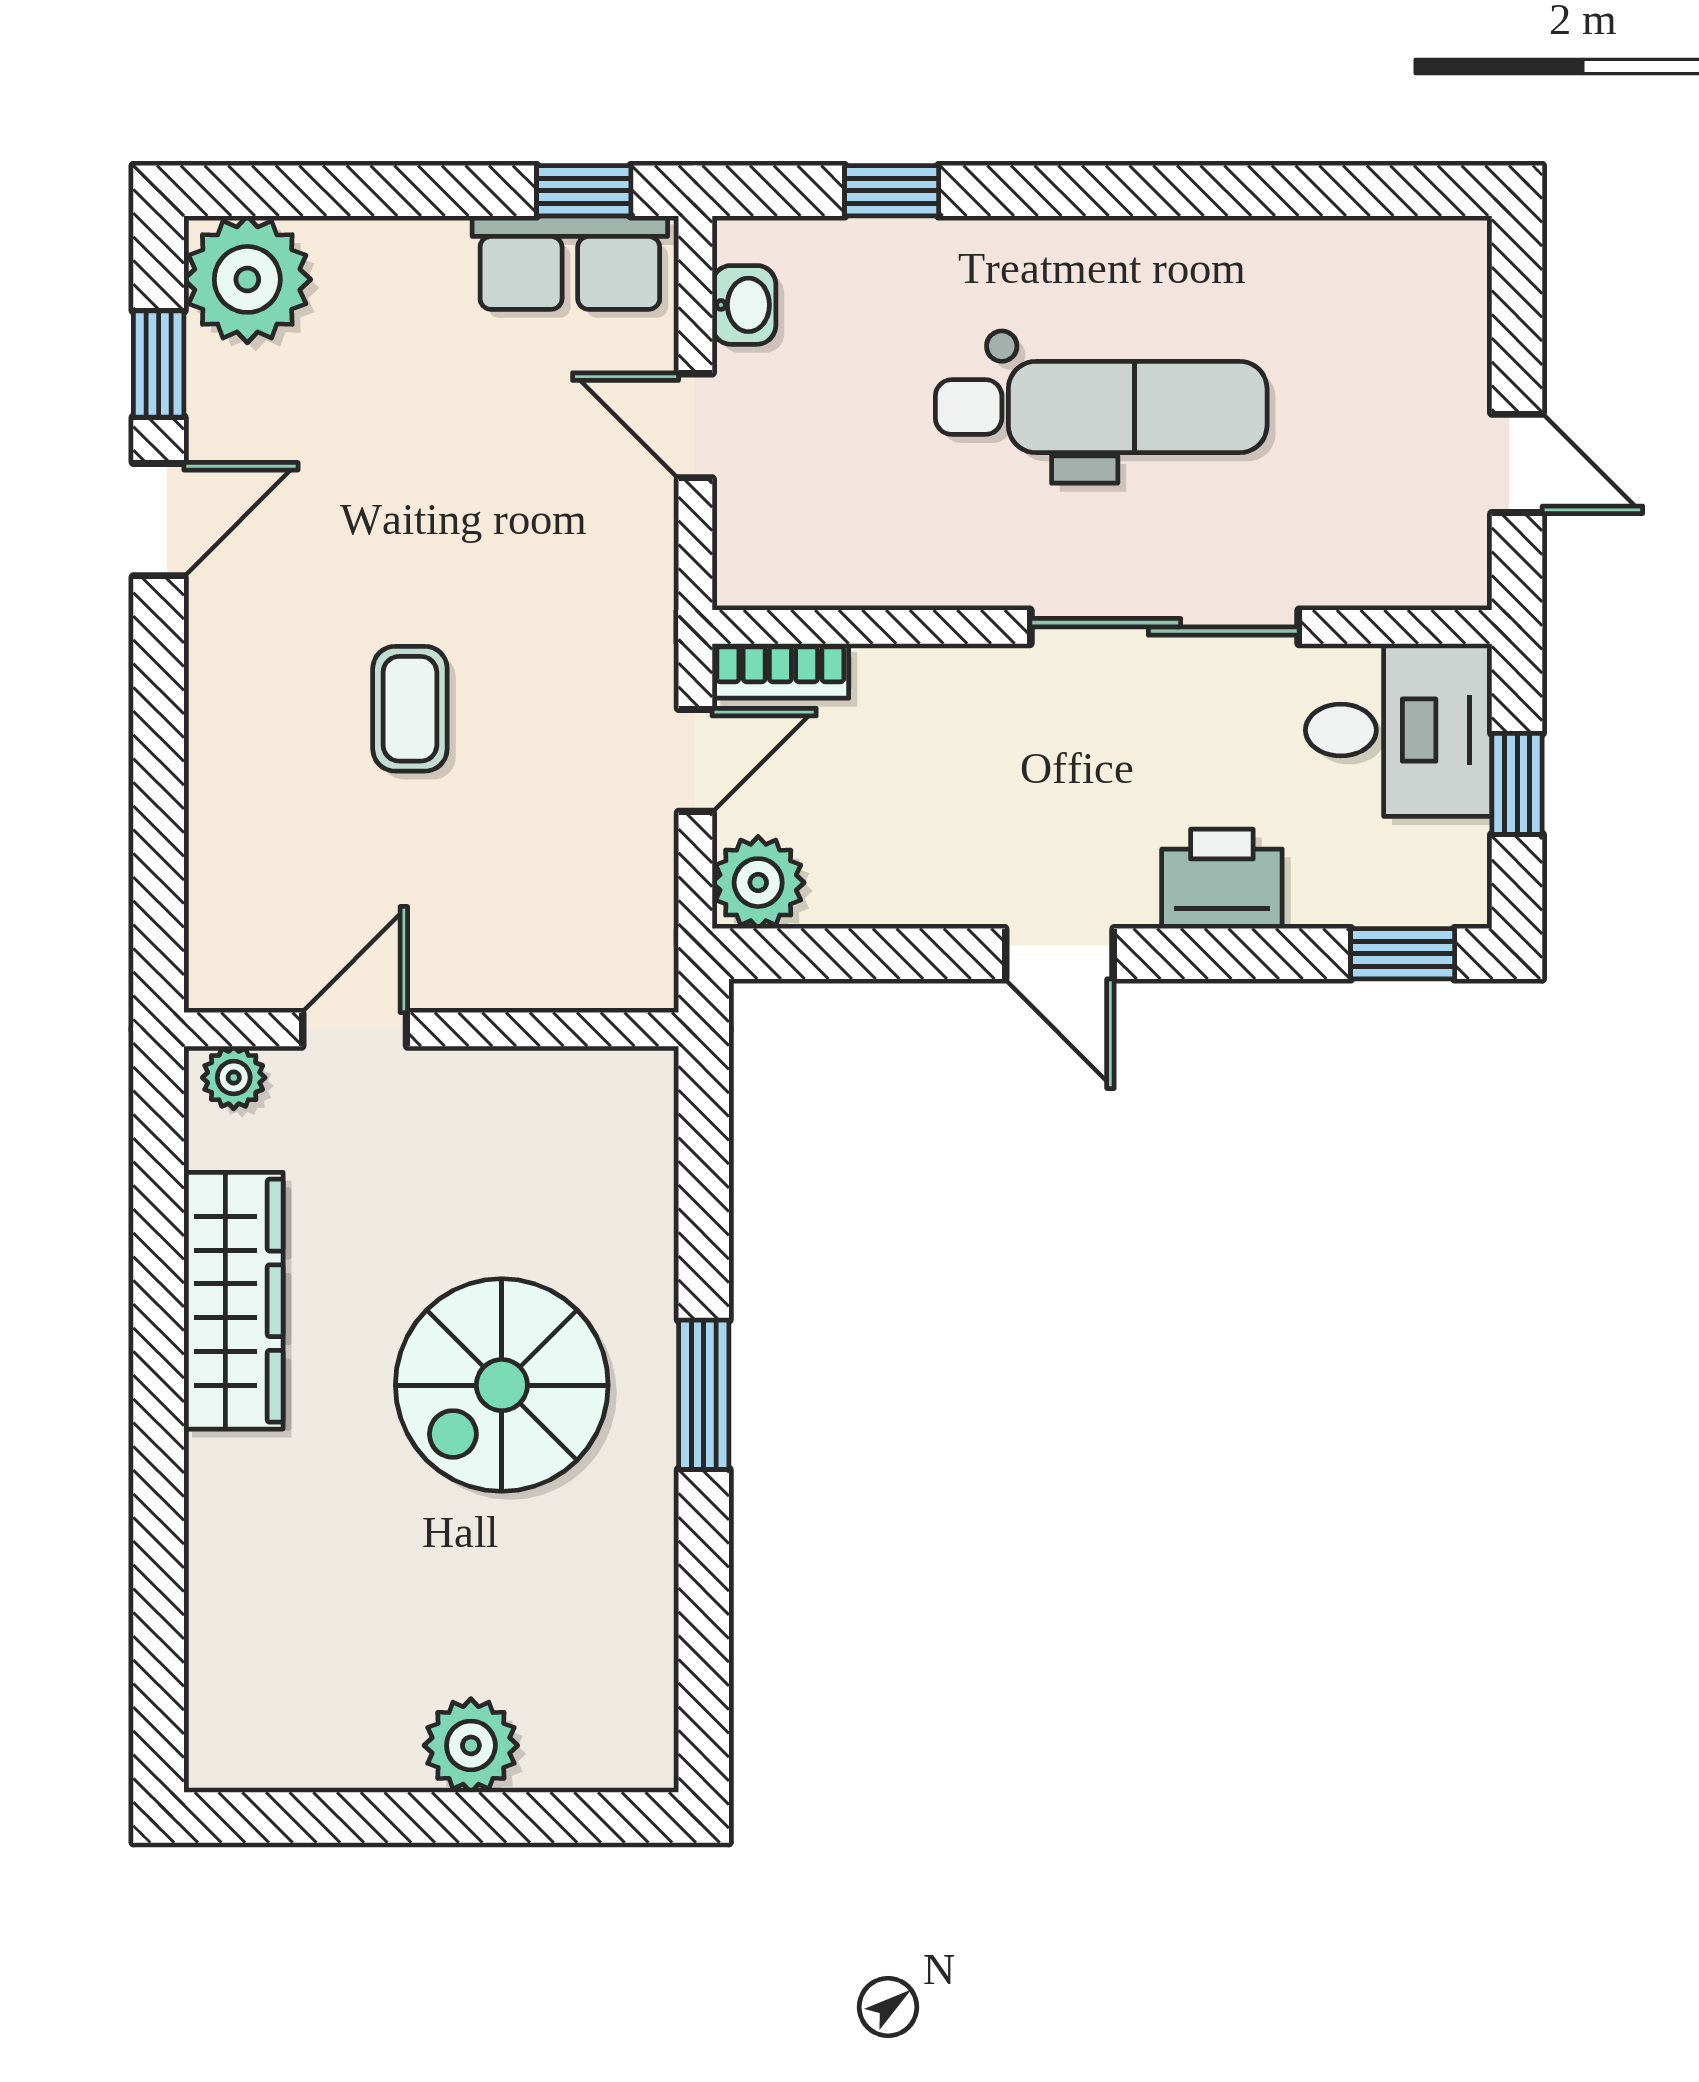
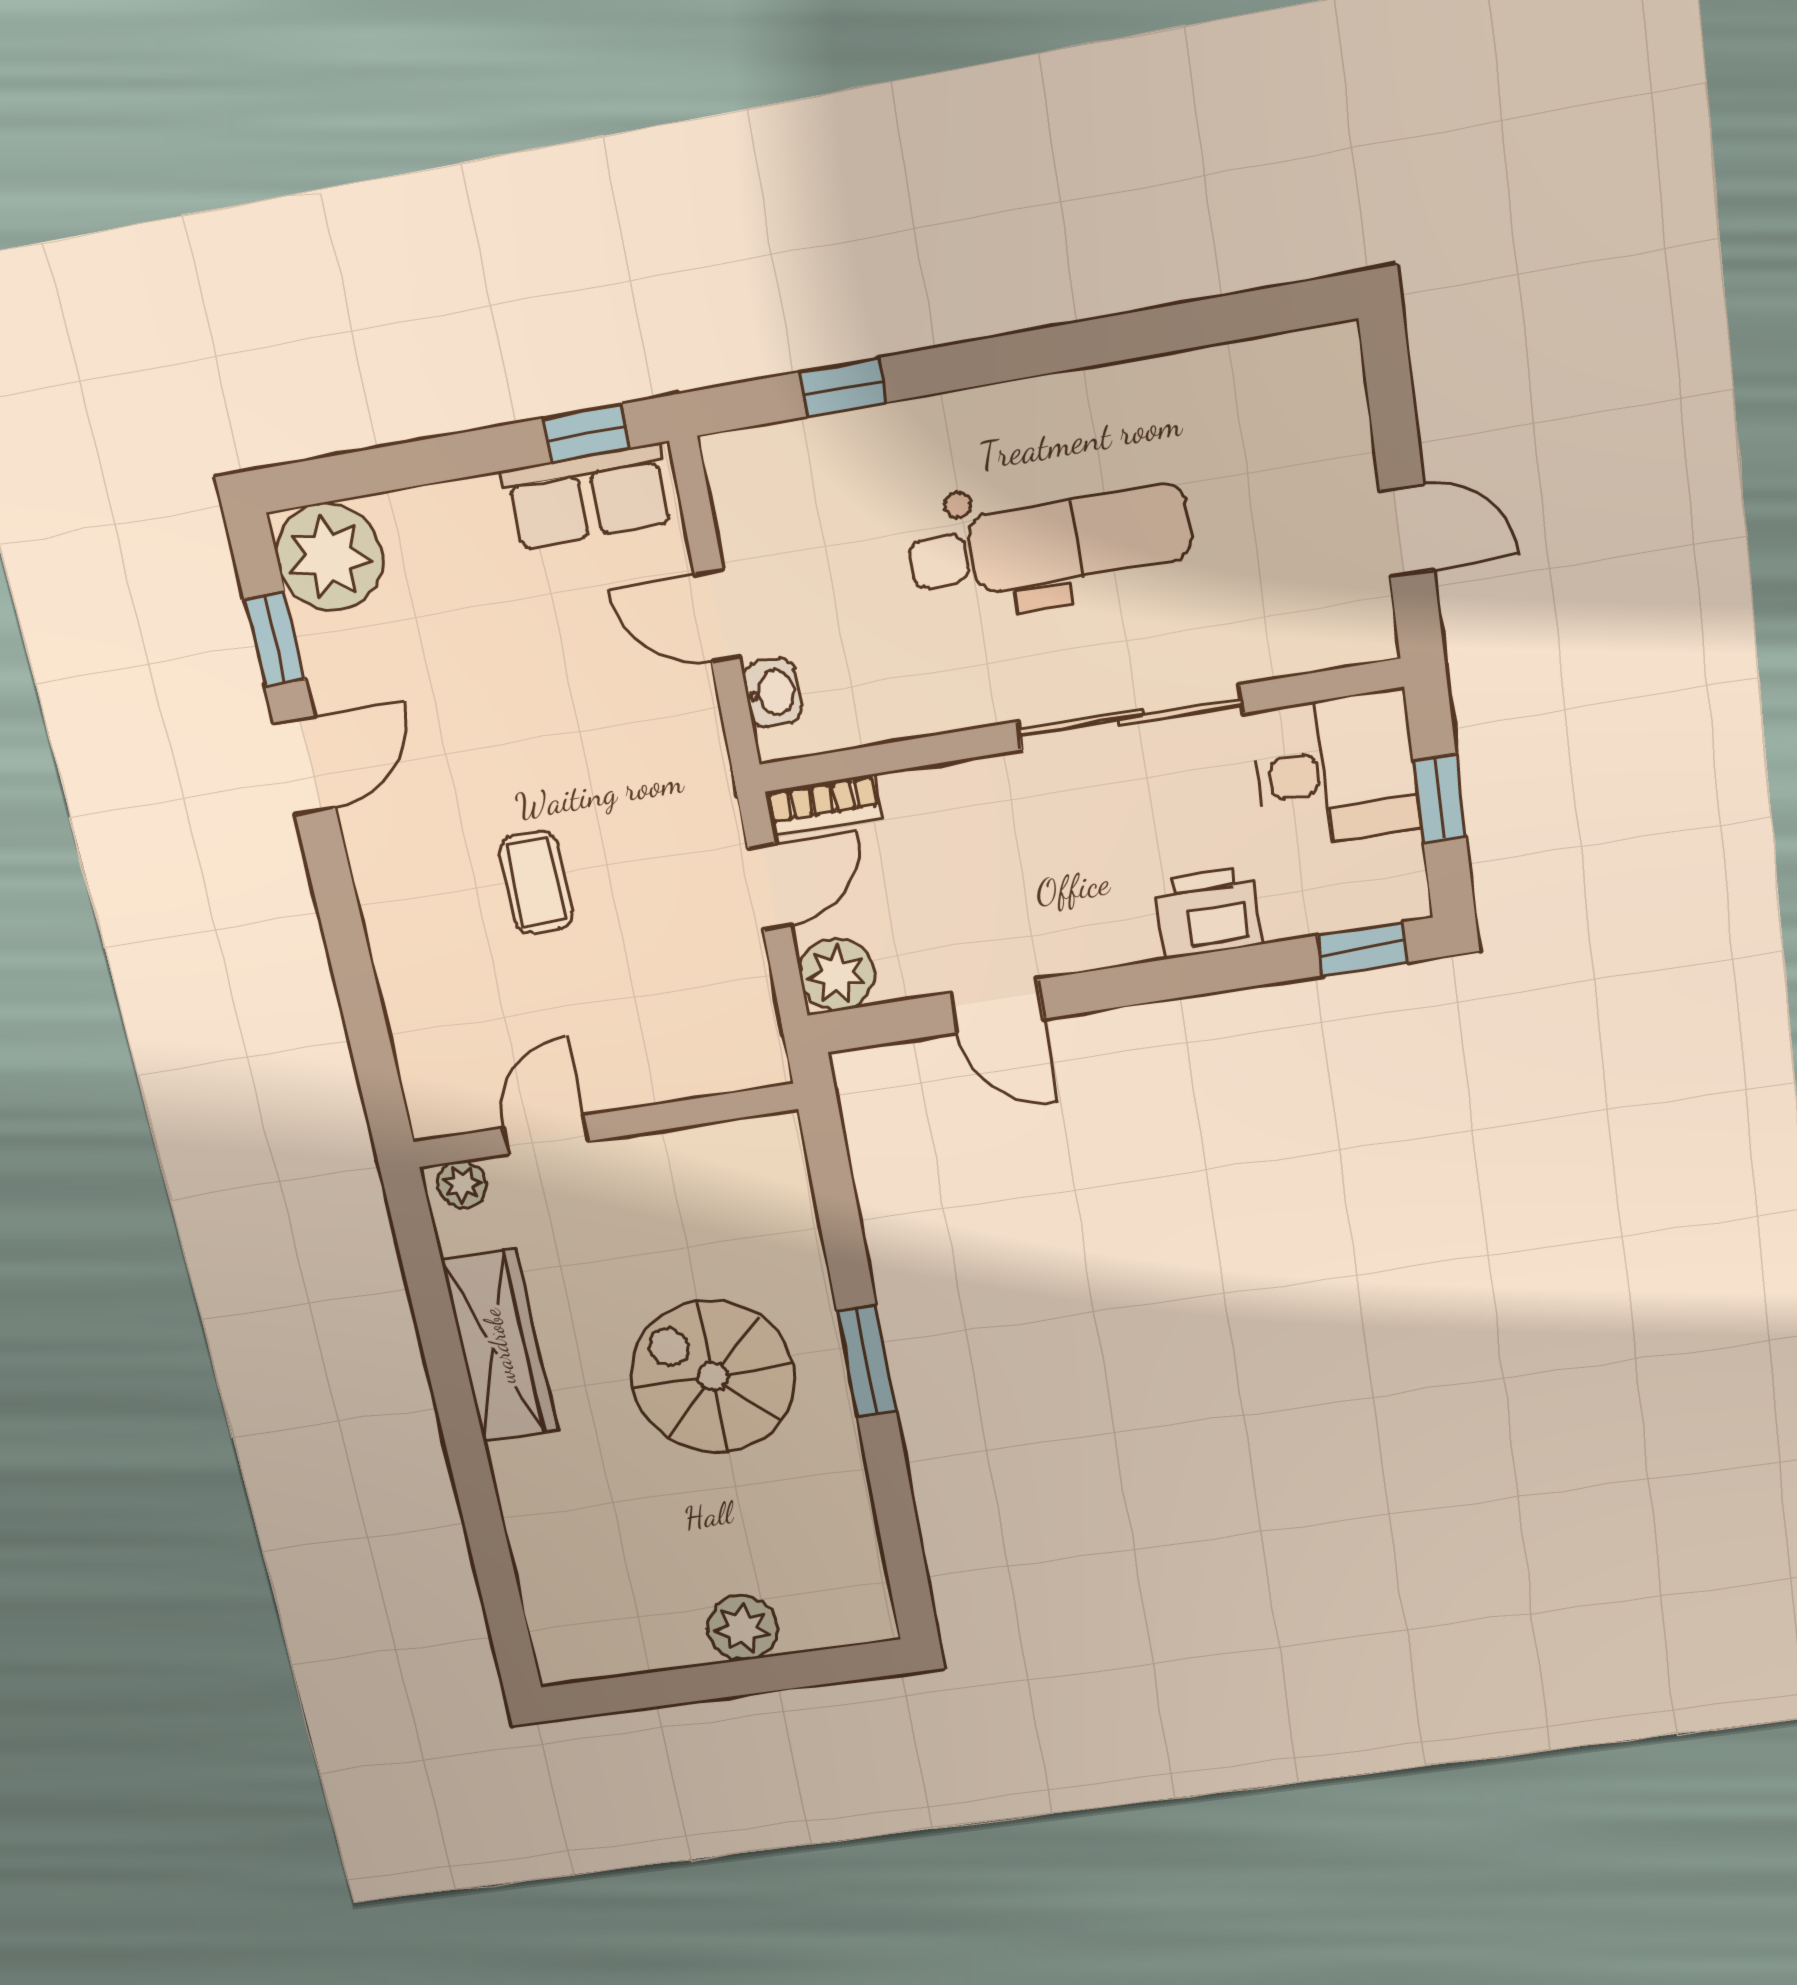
washbasin: (744, 305) -> (773, 693), moved
door: (1059, 954) -> (997, 1006), moved
spiral stairs: (502, 1385) -> (713, 1377), turned 90

